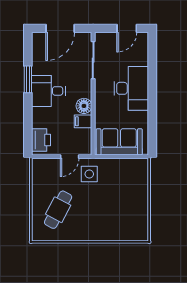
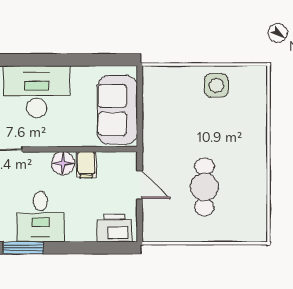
side table: (89, 174) -> (216, 85), moved
cafe table: (58, 210) -> (204, 187), moved, turned 62

